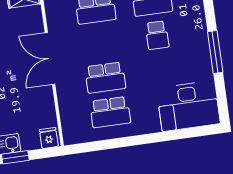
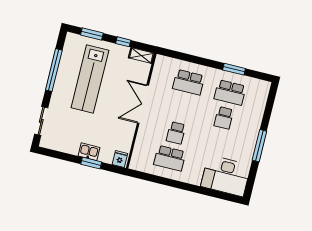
school desk: (105, 78) -> (176, 133), width x0.54

